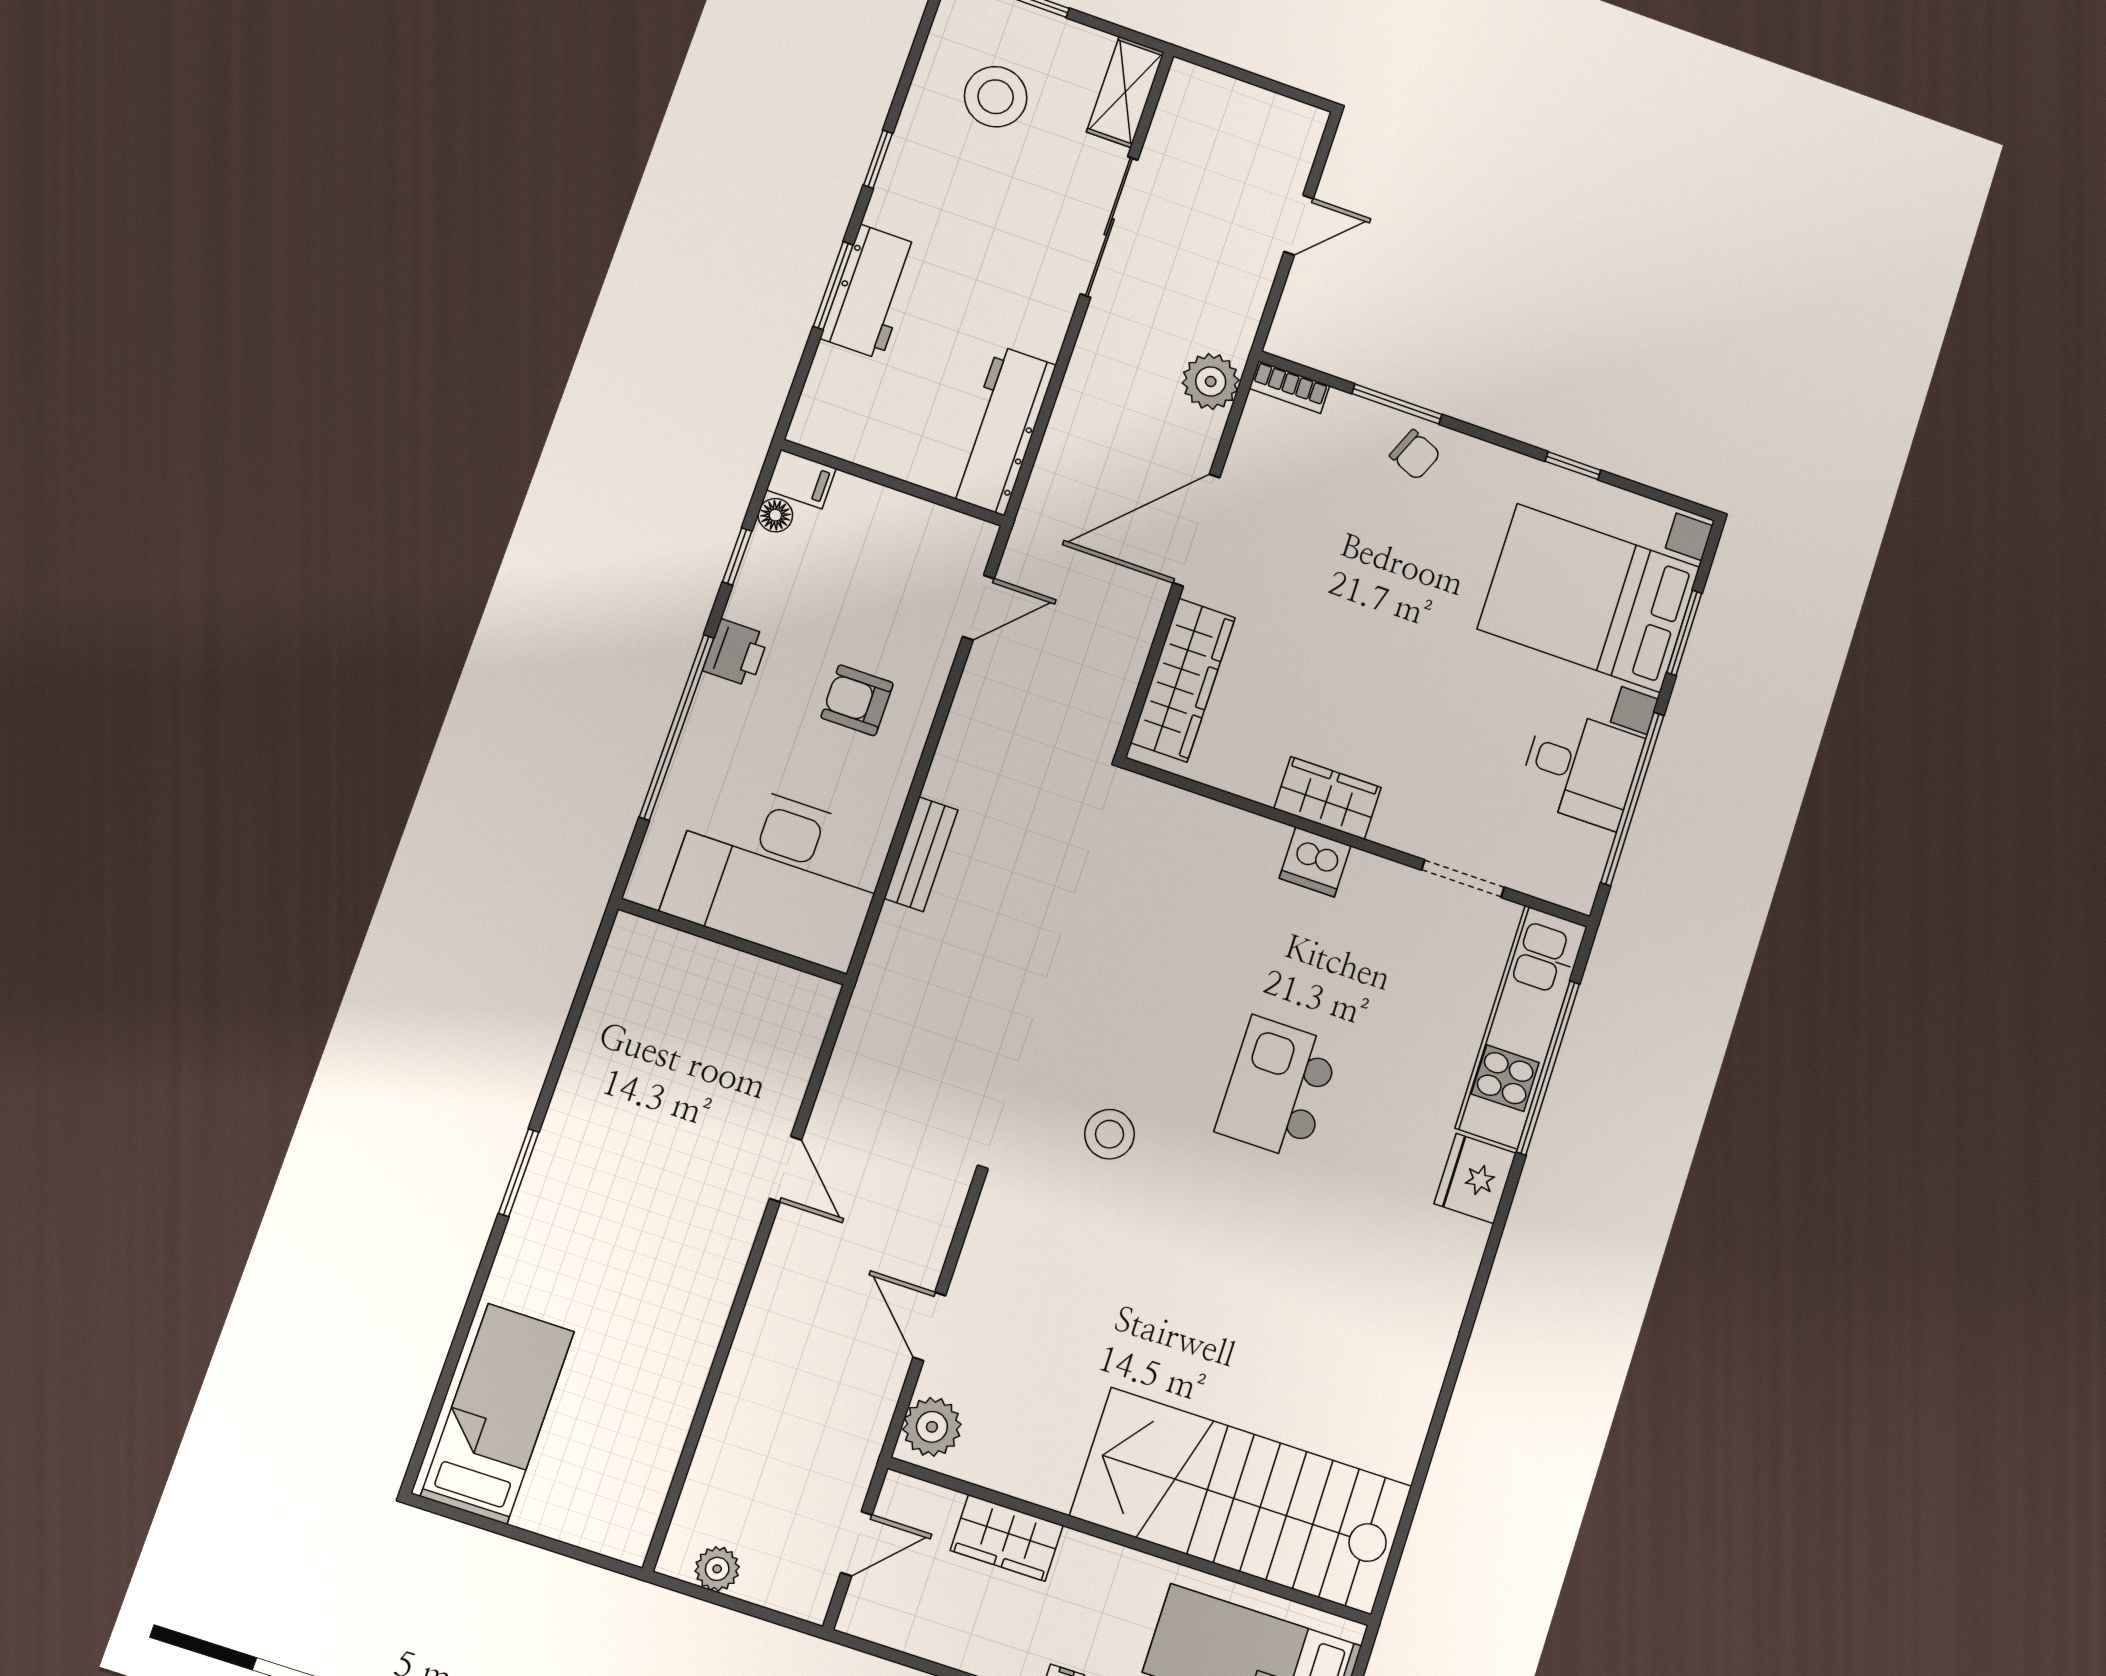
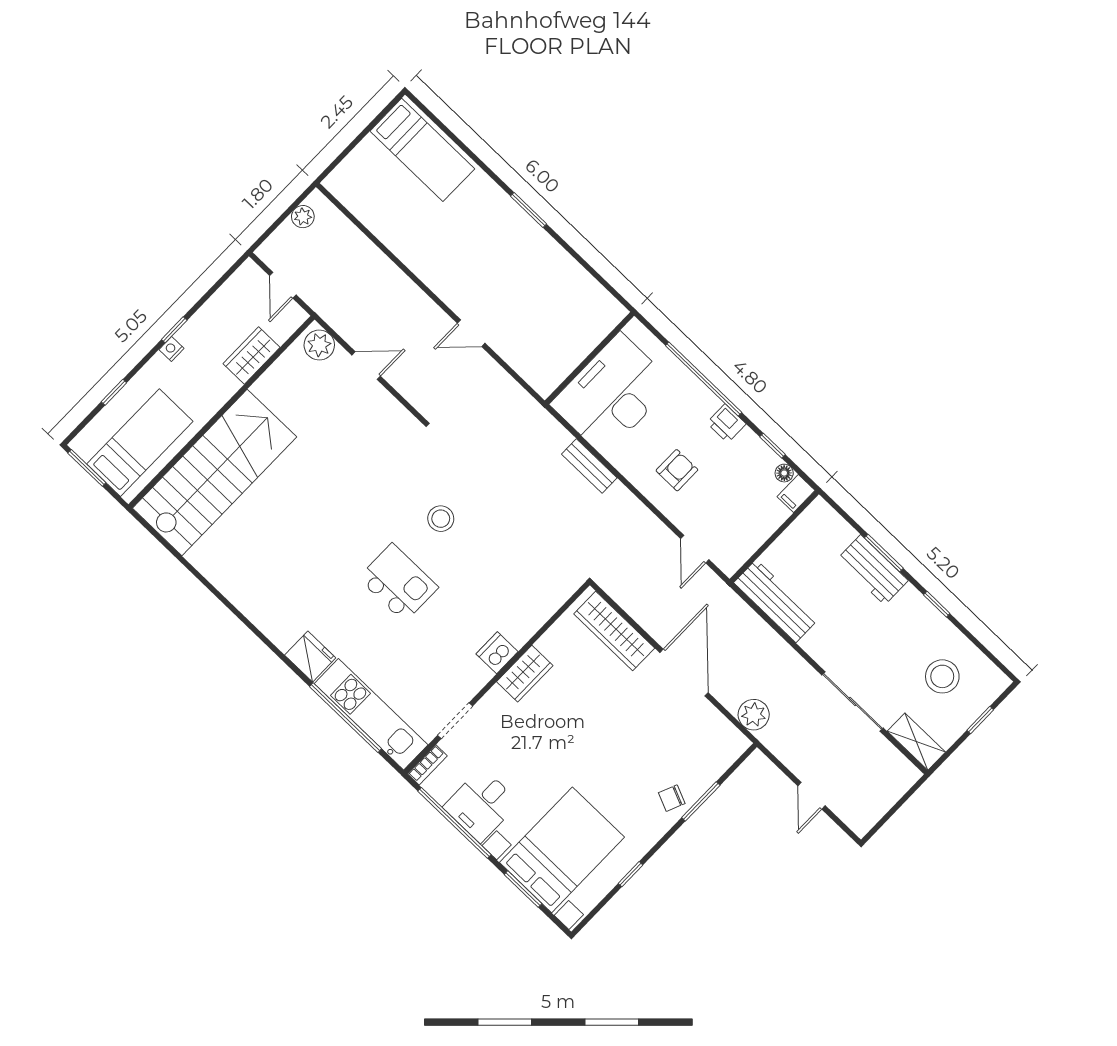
bookcase: (1289, 387) -> (427, 765), moved, turned 180
stool: (1109, 1134) -> (441, 519), moved

